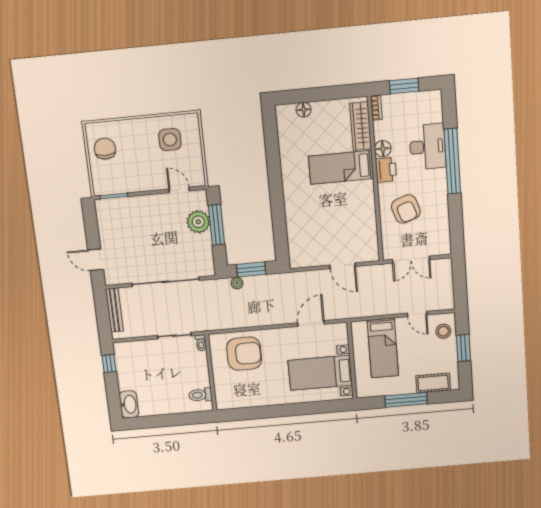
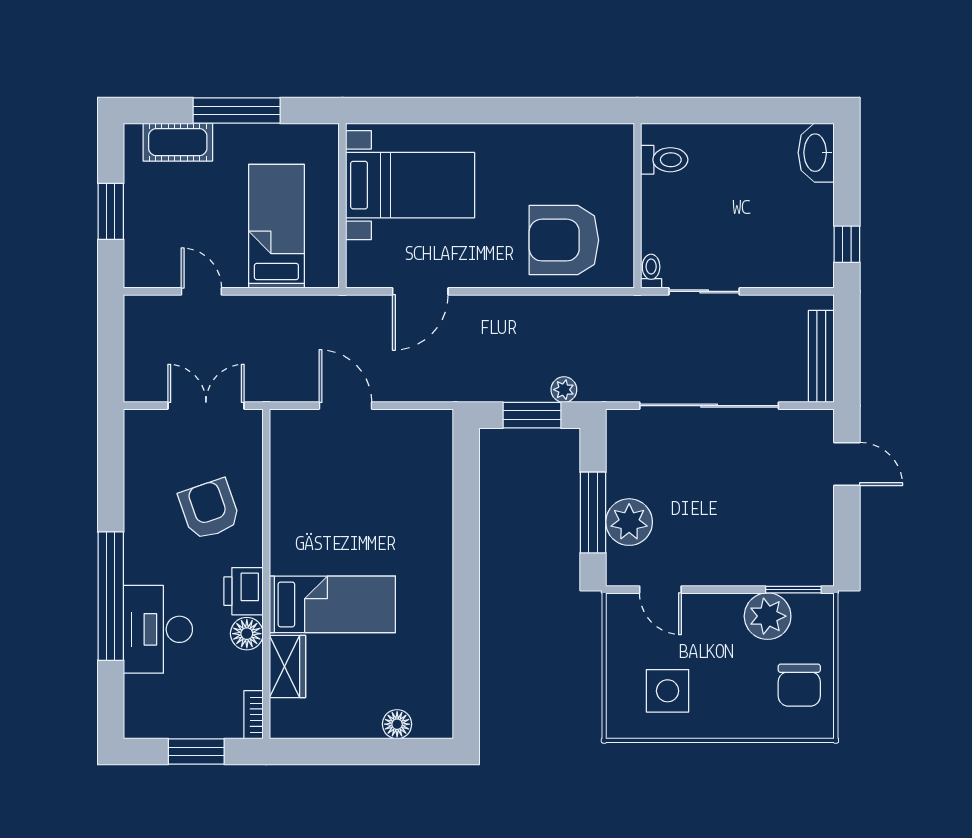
wardrobe: (361, 126) -> (287, 666), width x0.67
plant: (125, 182) -> (768, 616), added
stool: (443, 331) -> (150, 251), removed

